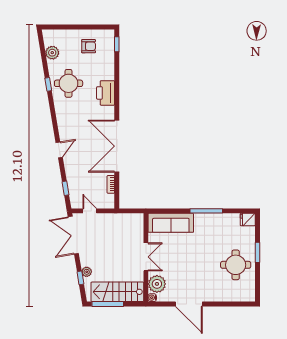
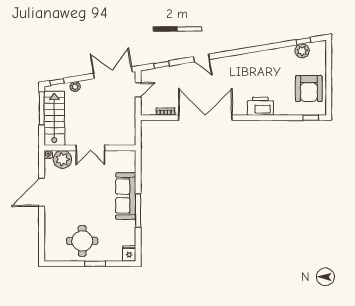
armchair: (89, 46) -> (309, 88), width x1.88, depth x1.88
round table: (69, 83) -> (270, 68), removed
window: (48, 84) -> (303, 41), moved
sofa: (171, 223) -> (126, 196), moved
window: (80, 278) -> (57, 82), moved

